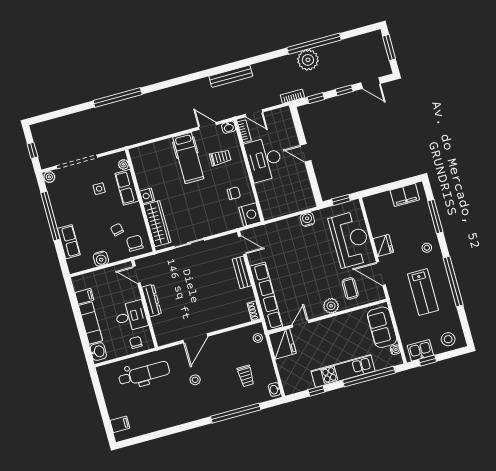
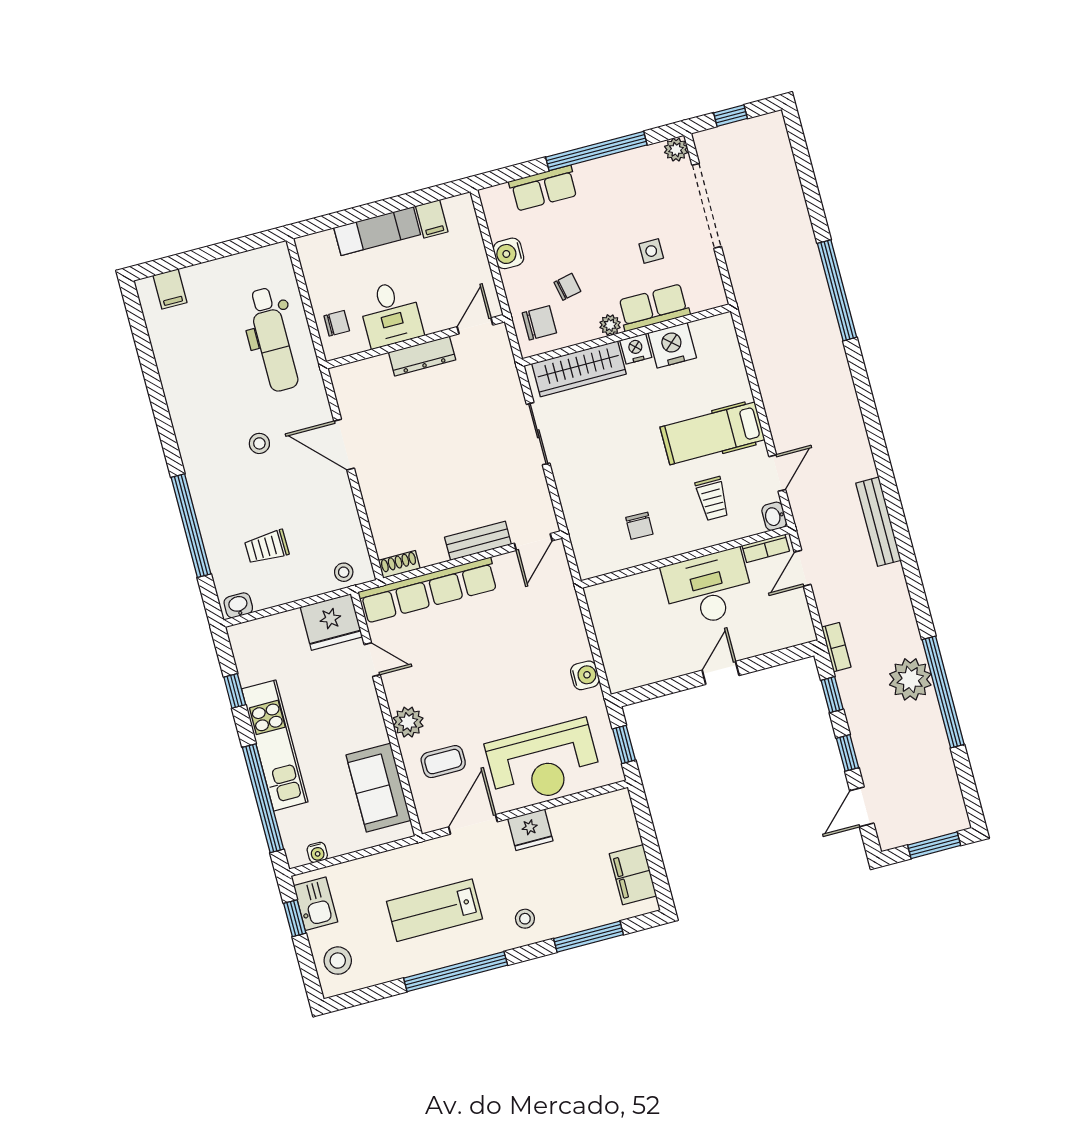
plant: (123, 164) -> (610, 325), moved
nightstand: (250, 215) -> (672, 345), moved, turned 180
sofa: (382, 327) -> (378, 788), moved, turned -90
washbasin: (98, 352) -> (319, 246), removed

